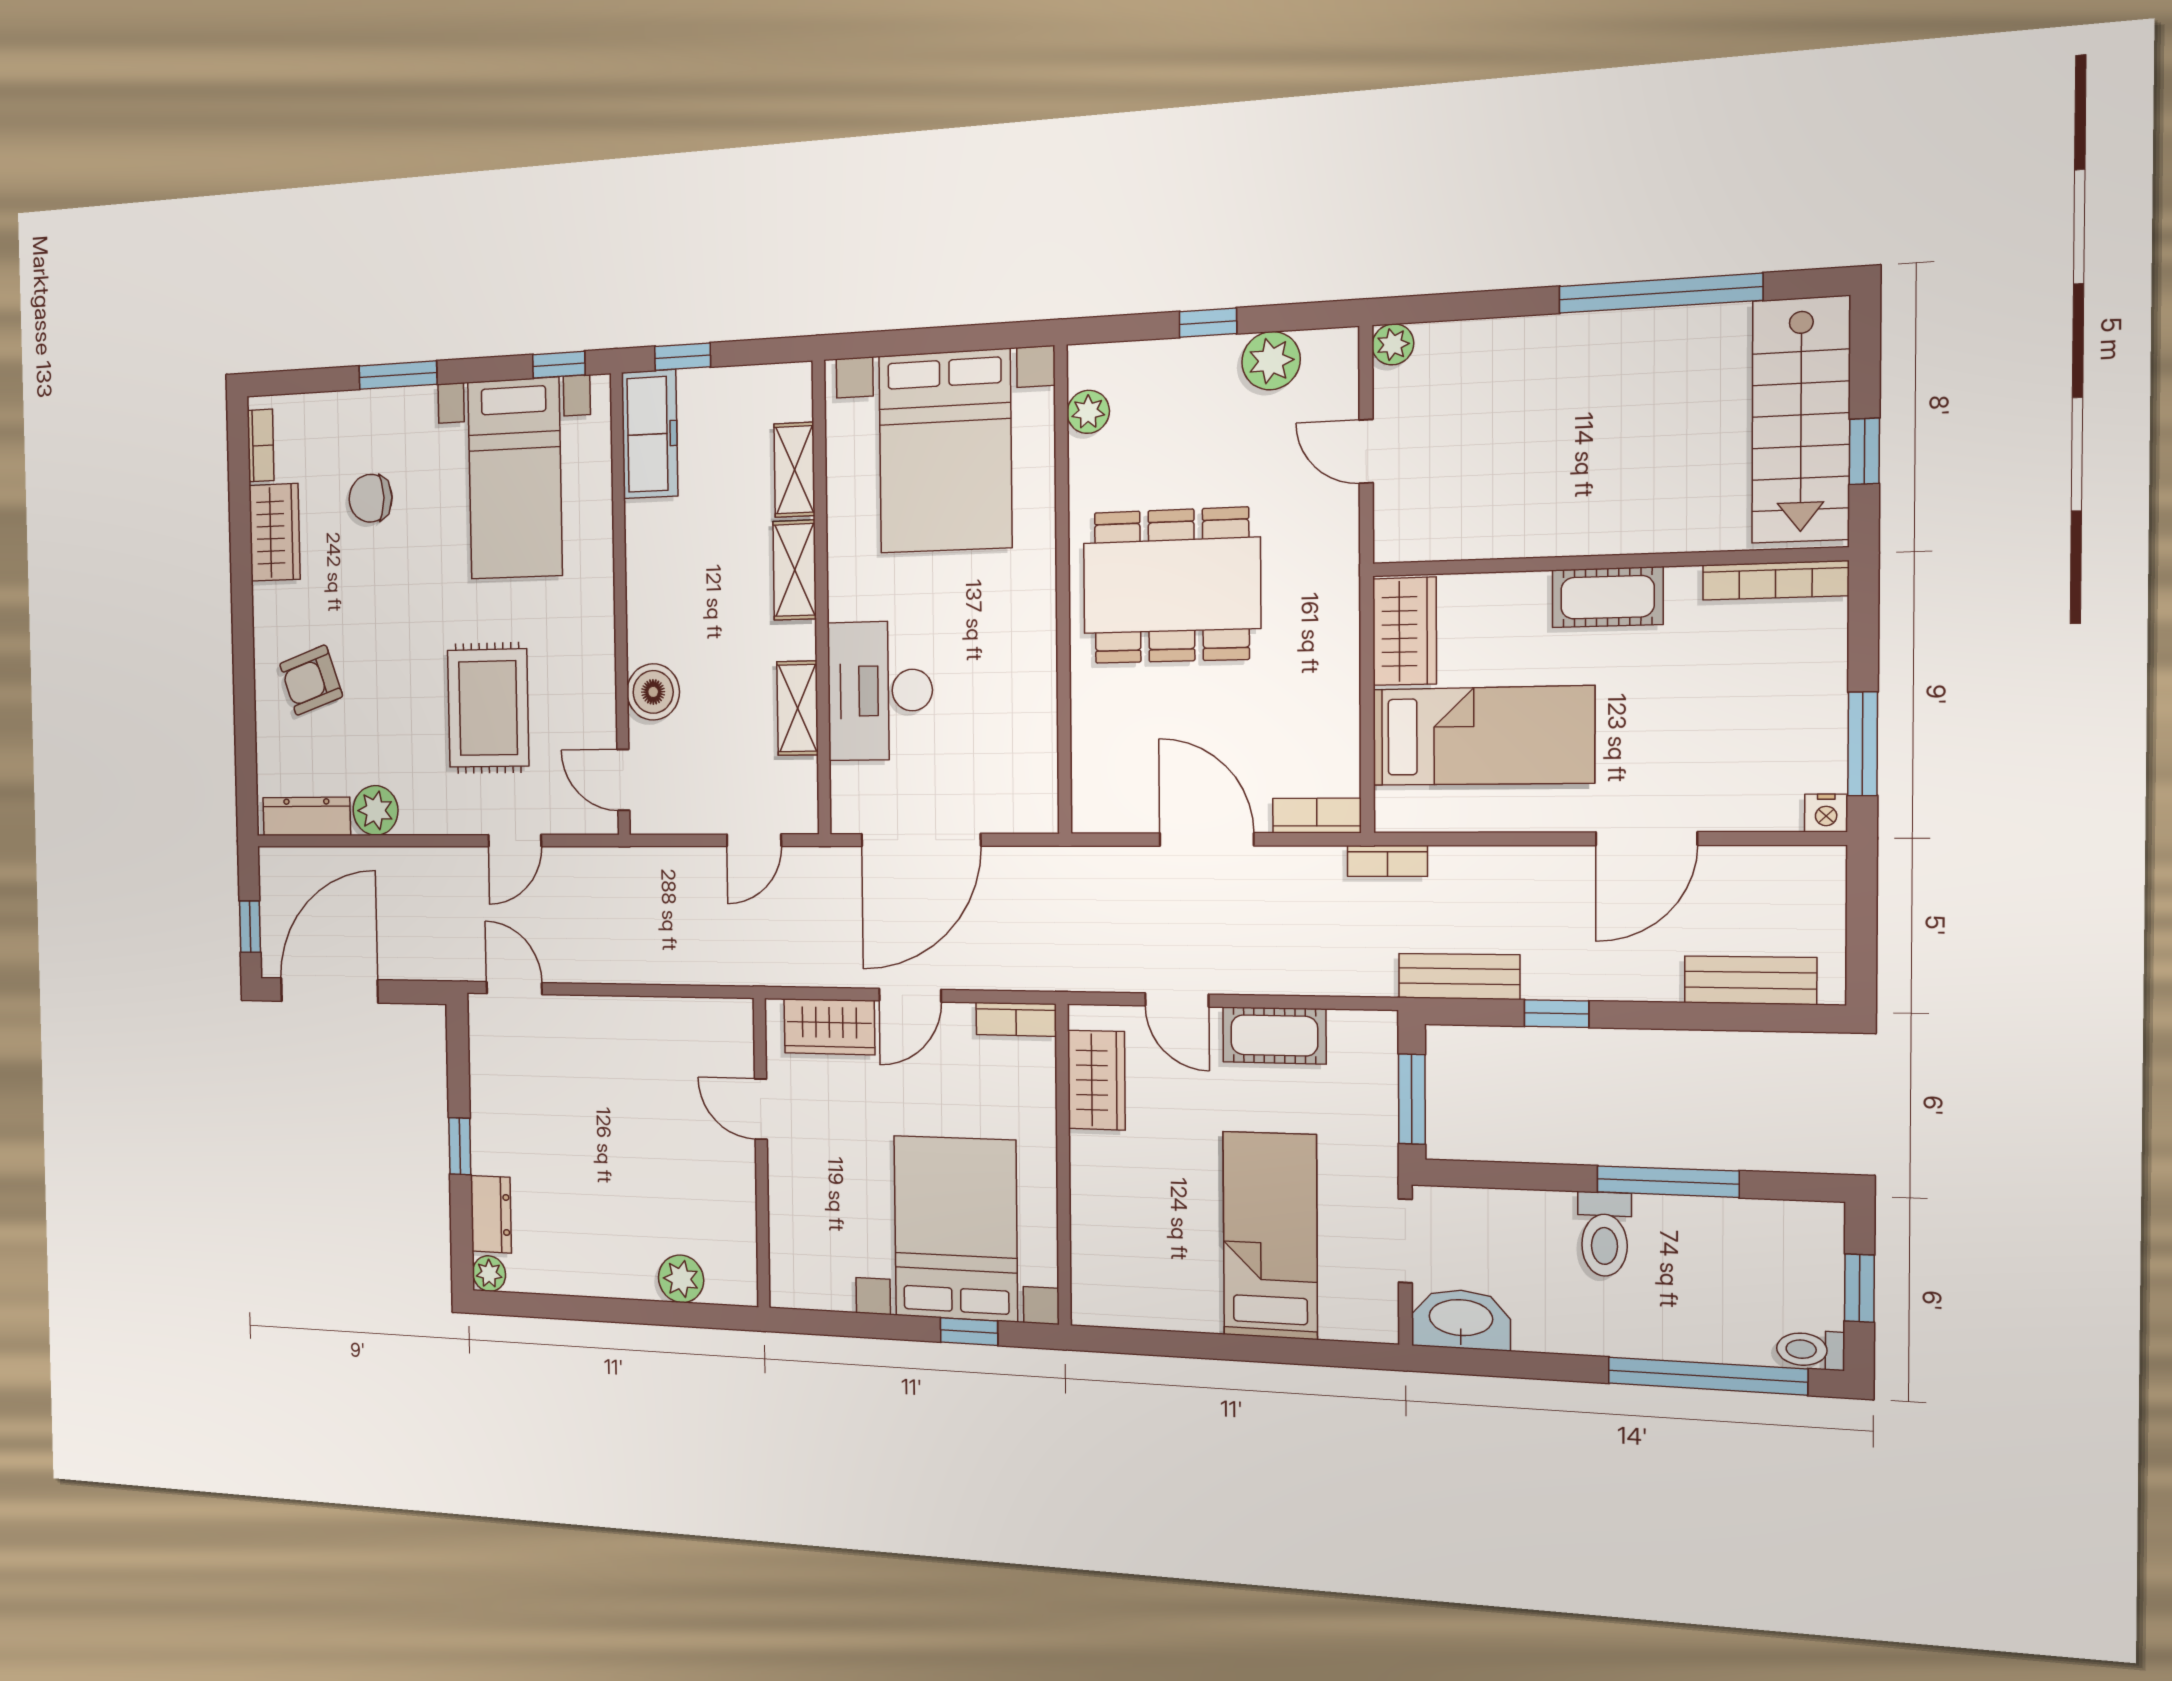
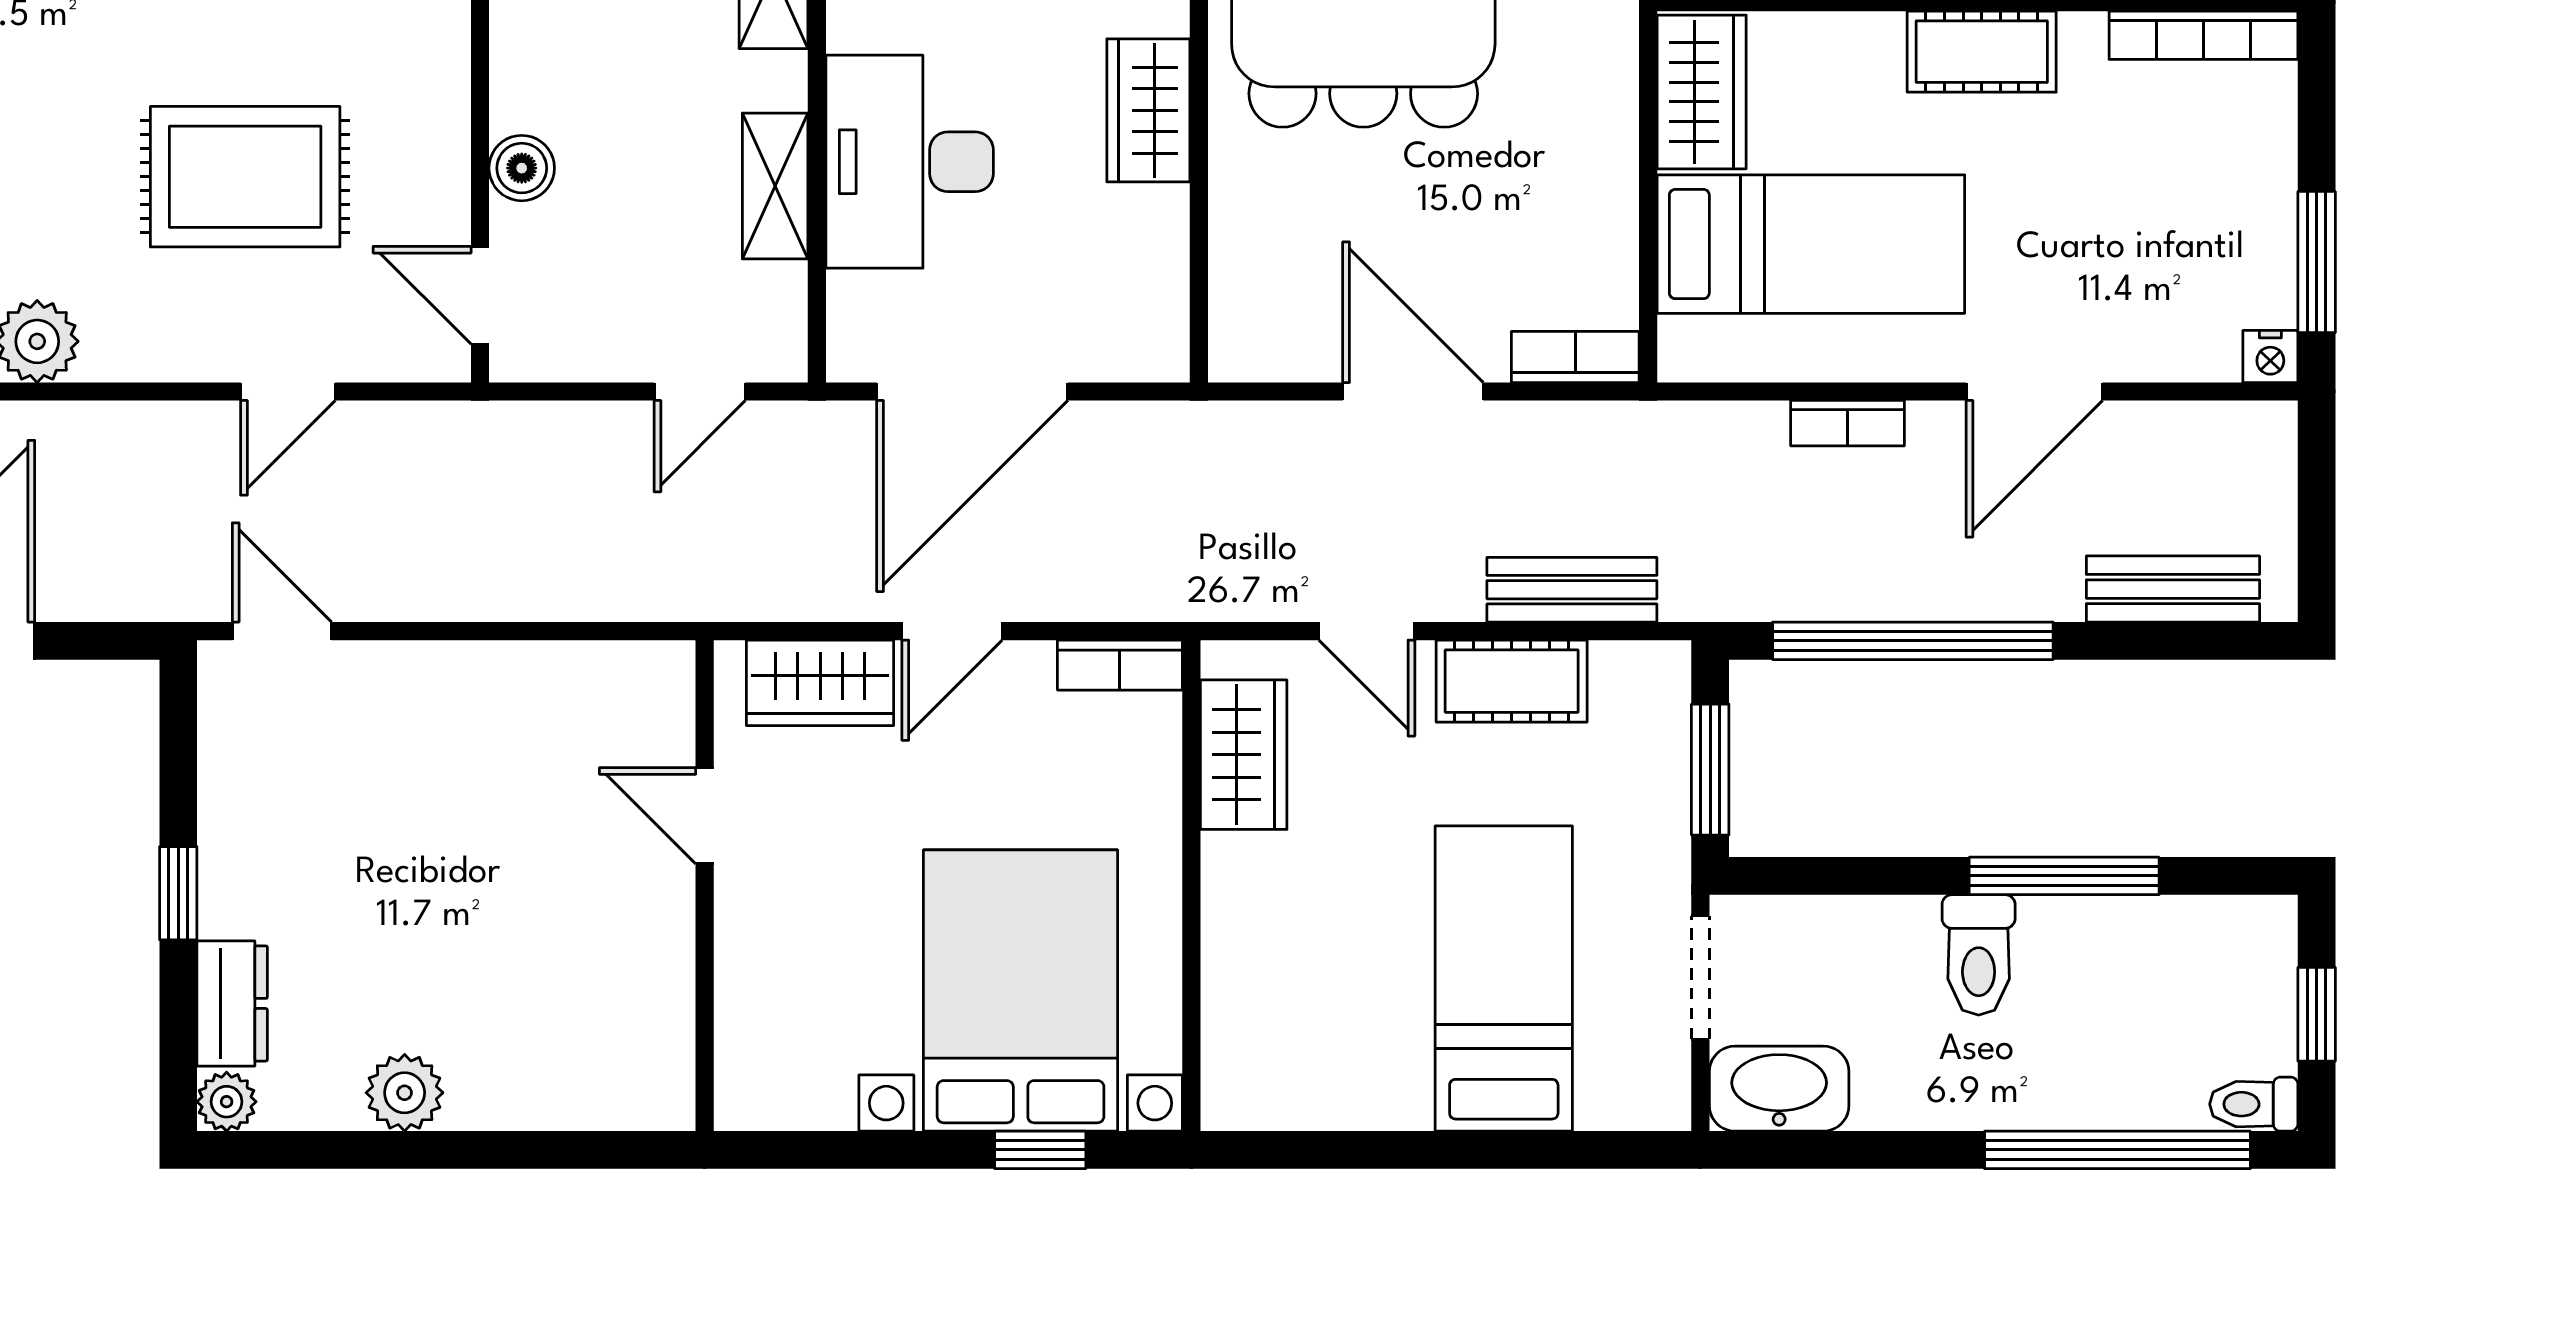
wardrobe: (1031, 654) -> (1148, 110), added
boiler: (653, 692) -> (522, 168), width x0.73, depth x0.73
rug: (488, 708) -> (245, 177), turned 90
bookcase: (1387, 861) -> (1848, 423), moved
bench: (1459, 976) -> (1572, 590), moved
window: (1557, 1014) -> (1913, 641), width x3.17
plant: (681, 1279) -> (405, 1093), moved

